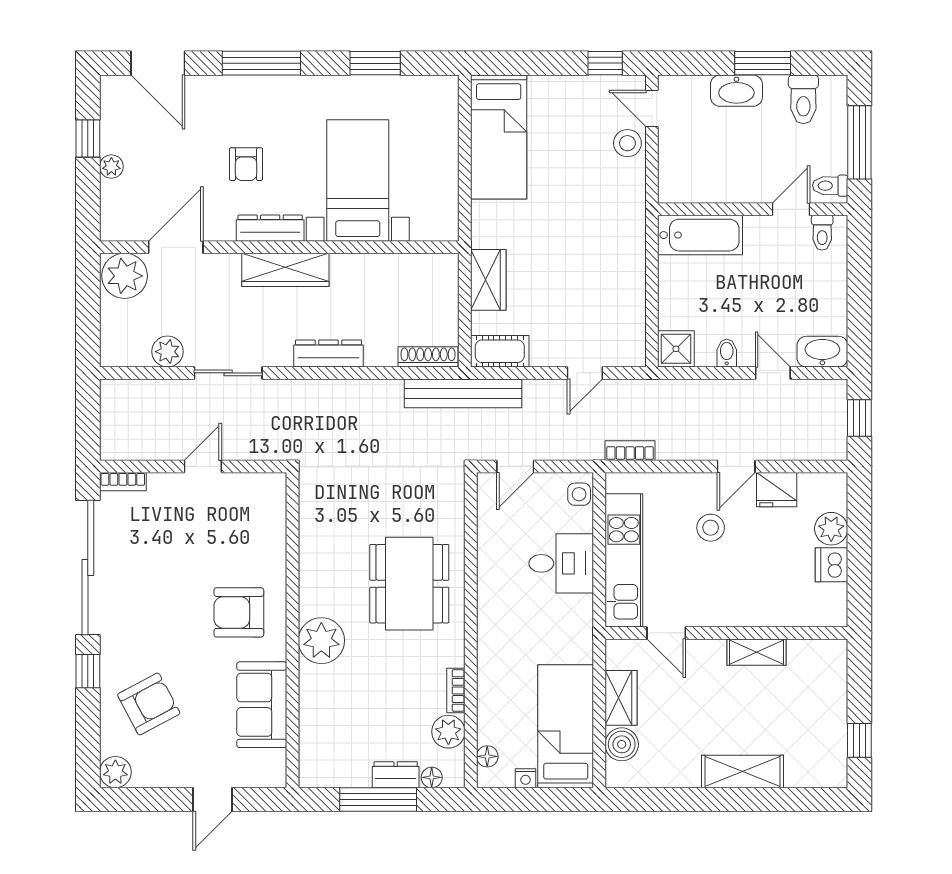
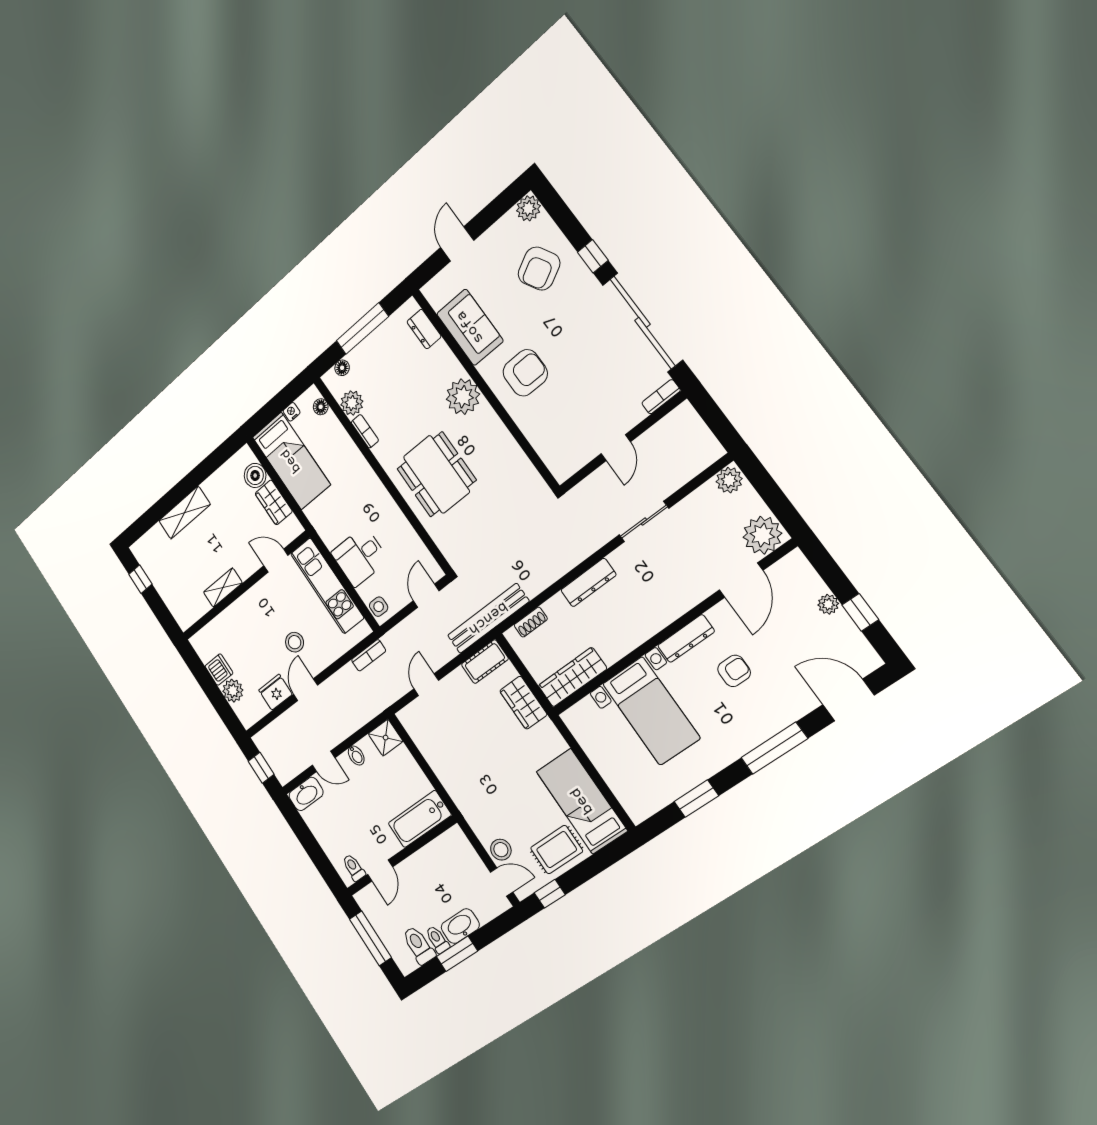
rug: (563, 104) -> (557, 850), added
armchair: (246, 164) -> (734, 671), turned 90
toilet: (830, 186) -> (437, 940), moved, turned -90
wardrobe: (285, 270) -> (572, 677), moved
plant: (168, 352) -> (729, 480), moved
shoe rack: (428, 357) -> (531, 622), width x0.70
dresser: (396, 775) -> (424, 329), moved, turned 90

